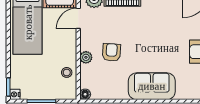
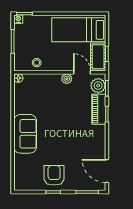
armchair: (111, 52) -> (53, 100), removed
plant: (86, 57) -> (67, 79), moved

